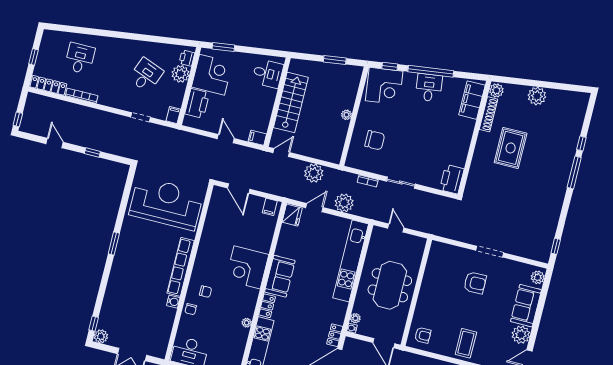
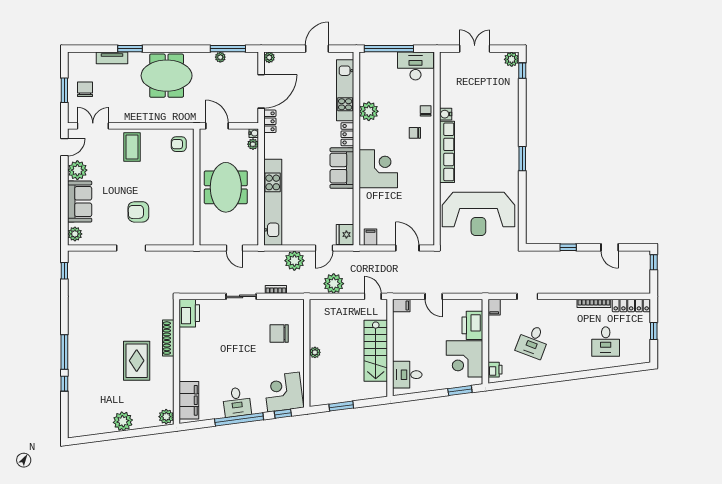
plant: (180, 74) -> (497, 352), removed
shoe rack: (488, 114) -> (168, 338), moved
door: (281, 153) -> (373, 296), swing flipped
plant: (247, 323) -> (369, 111), width x1.87, depth x1.87

